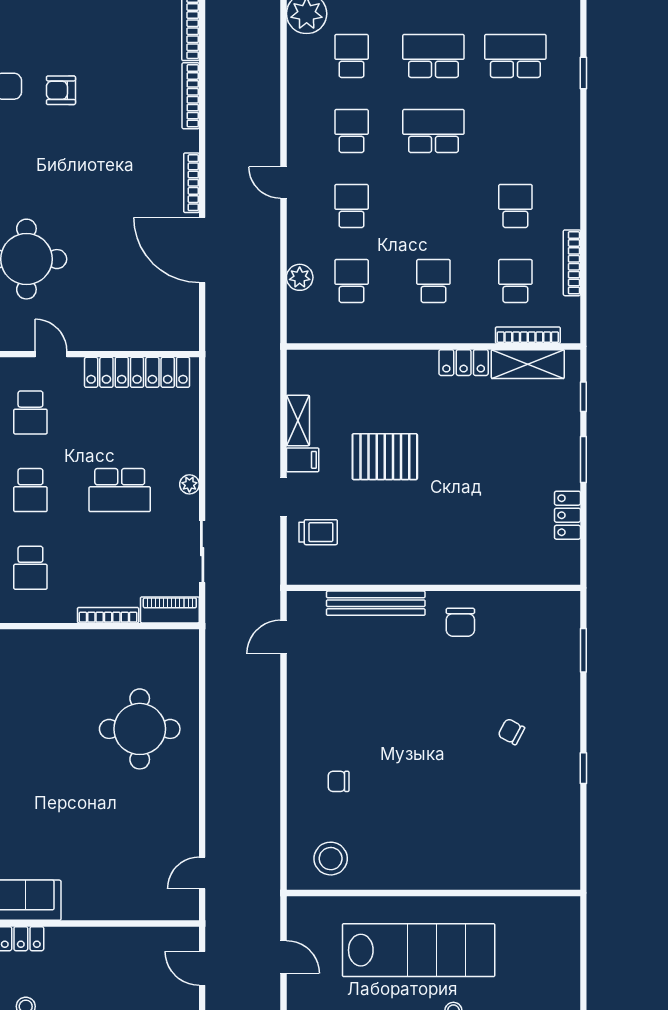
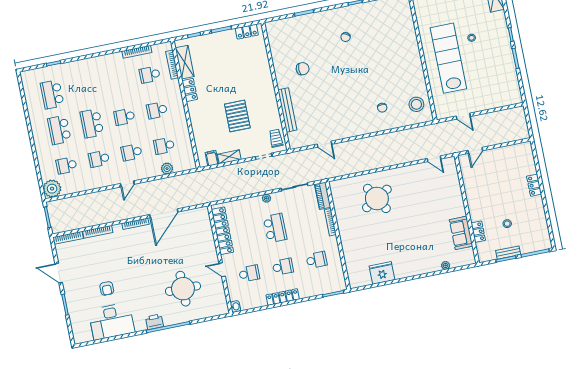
school desk: (515, 206) -> (124, 117), moved
door: (51, 354) -> (222, 270), hinge flipped
filing cabinet: (303, 460) -> (212, 158), moved
wall: (433, 588) -> (276, 86), moved
bench: (376, 603) -> (287, 110), moved
round table: (140, 729) -> (377, 198), turned -31
door: (283, 957) -> (463, 116), swing flipped

